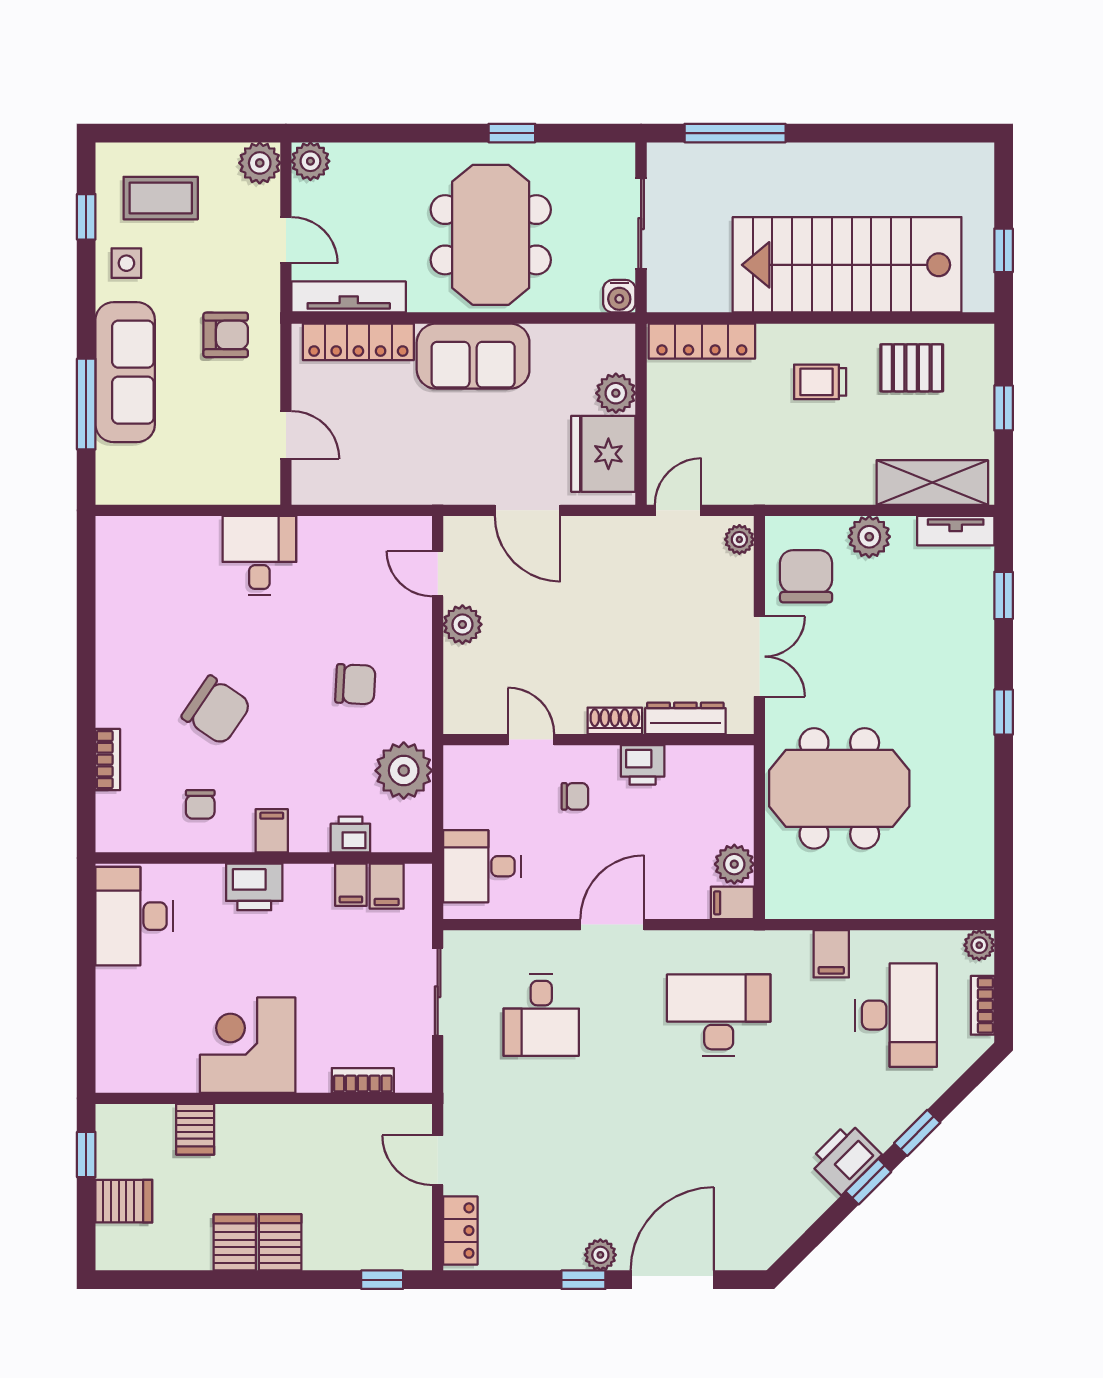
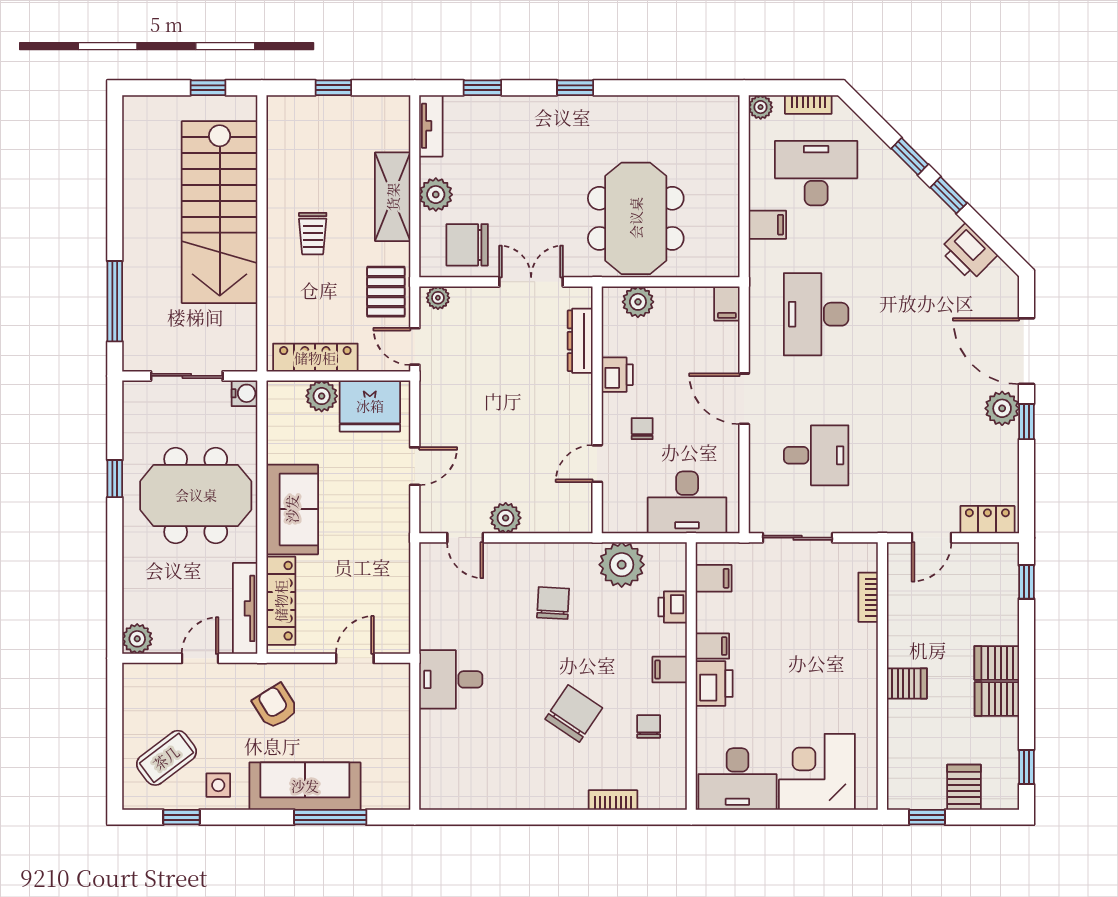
plant: (260, 163) -> (139, 679), removed
coffee table: (161, 198) -> (166, 758), turned 53
armchair: (226, 335) -> (275, 706), turned -32
locker: (702, 341) -> (315, 358), moved, turned -90
pallet: (912, 368) -> (386, 292), moved
shelving: (932, 482) -> (393, 197), moved
door: (528, 510) -> (415, 466), width x0.73
door: (438, 574) -> (465, 538), hinge flipped
shoe rack: (615, 721) -> (582, 397), removed
chair: (200, 804) -> (649, 726), turned -90
plant: (734, 864) -> (638, 302), moved
desk: (482, 866) -> (687, 502), width x1.37
filing cabinet: (351, 885) -> (712, 646), moved
corner desk: (248, 1045) -> (817, 772), moved, turned 90
server rack: (195, 1129) -> (907, 683), moved
printer: (845, 1158) -> (968, 252), moved
plant: (600, 1255) -> (1002, 408), width x1.38, depth x1.38
window: (149, 1280) -> (1026, 767), added

